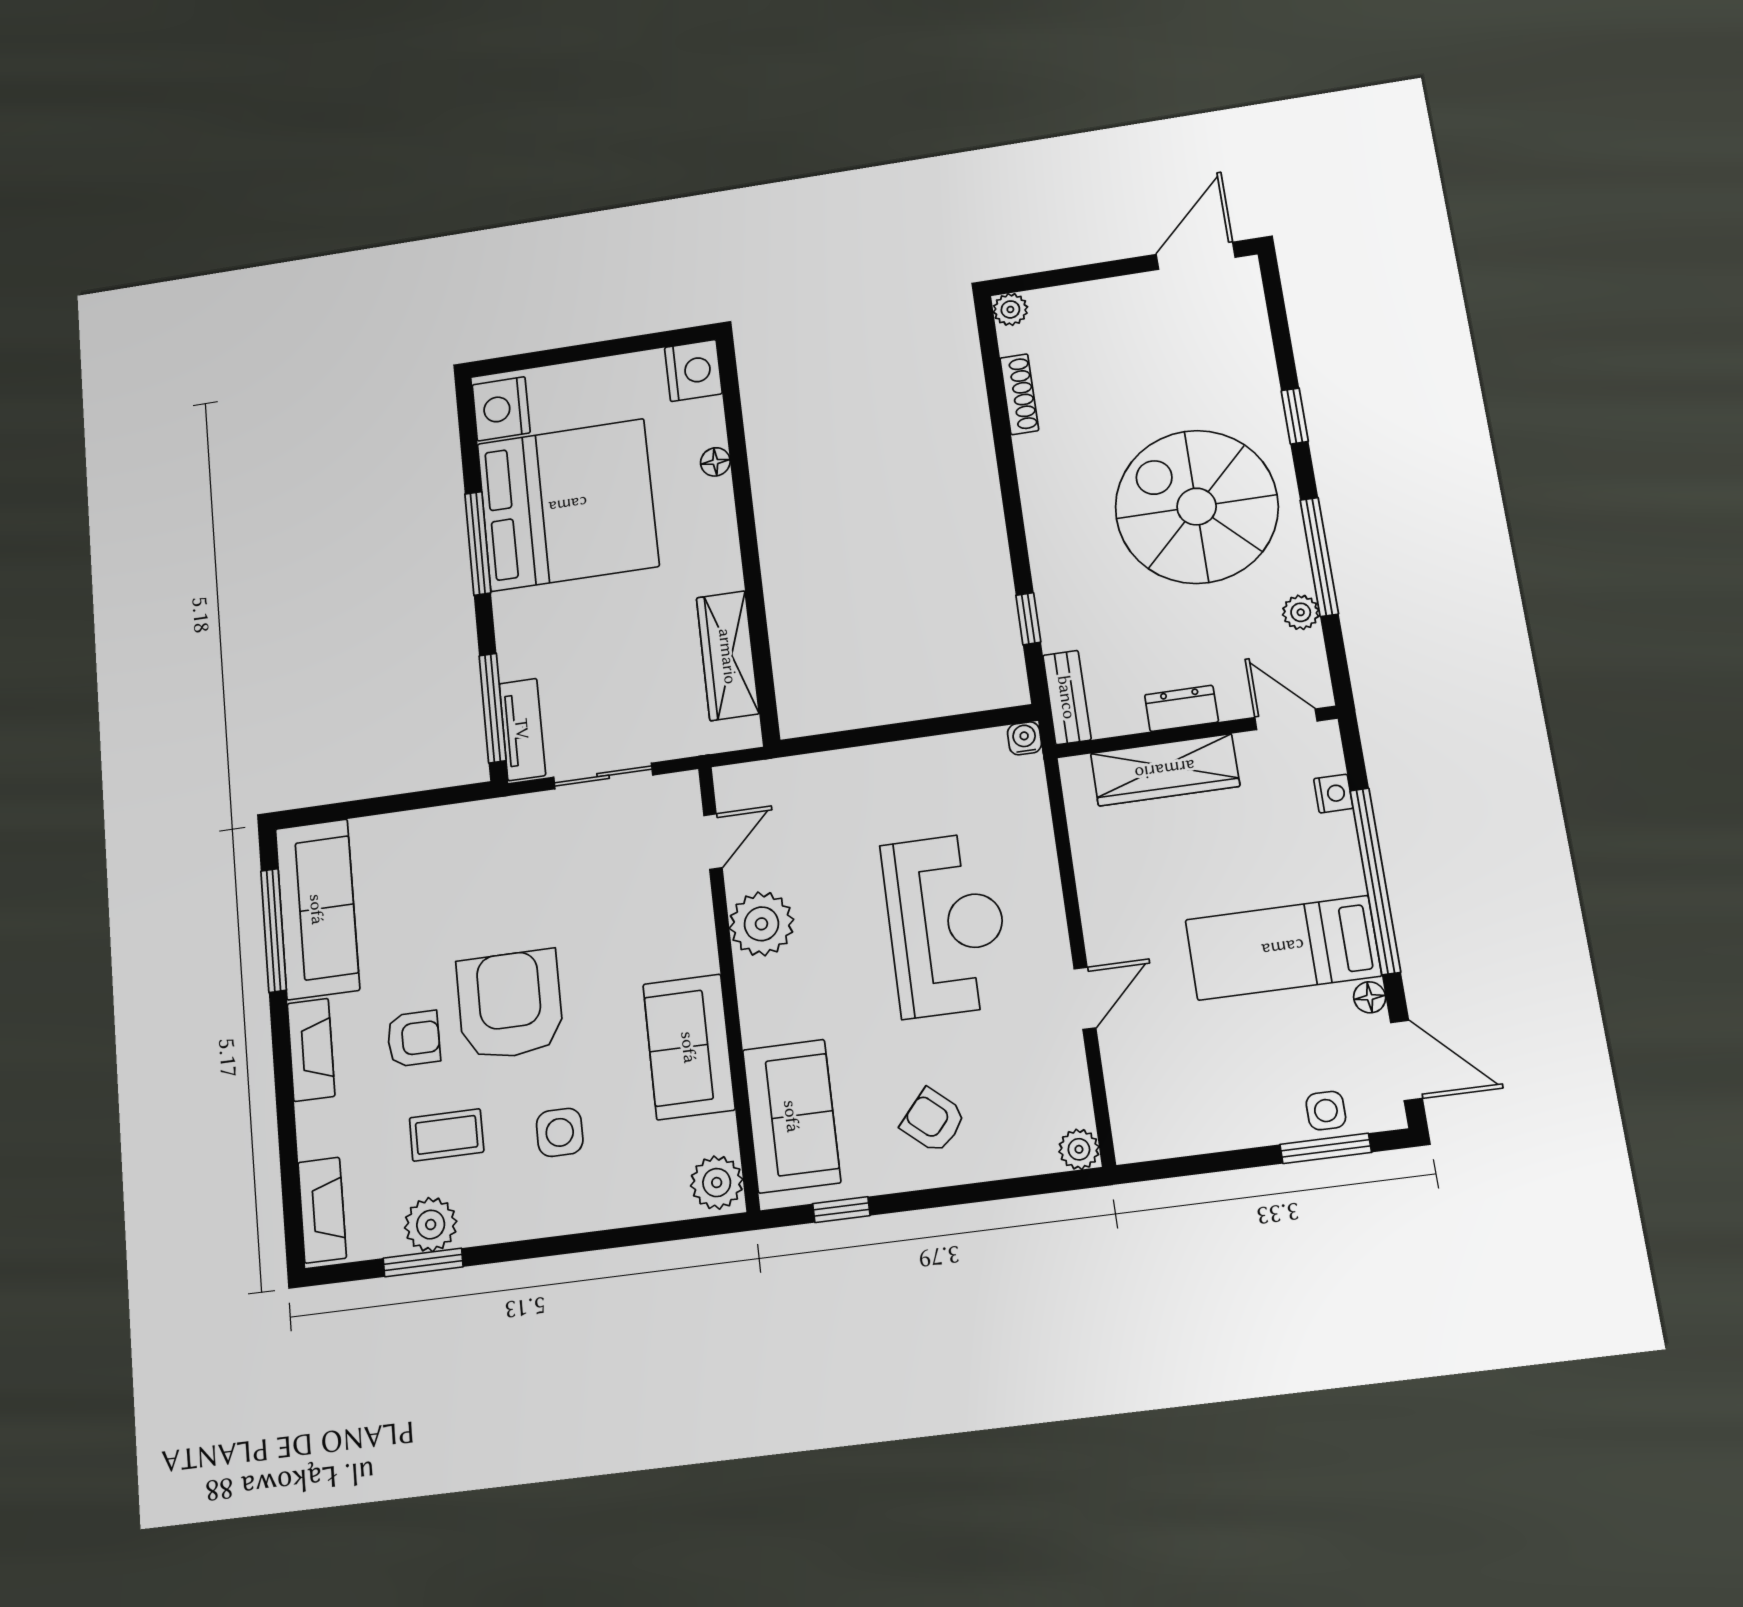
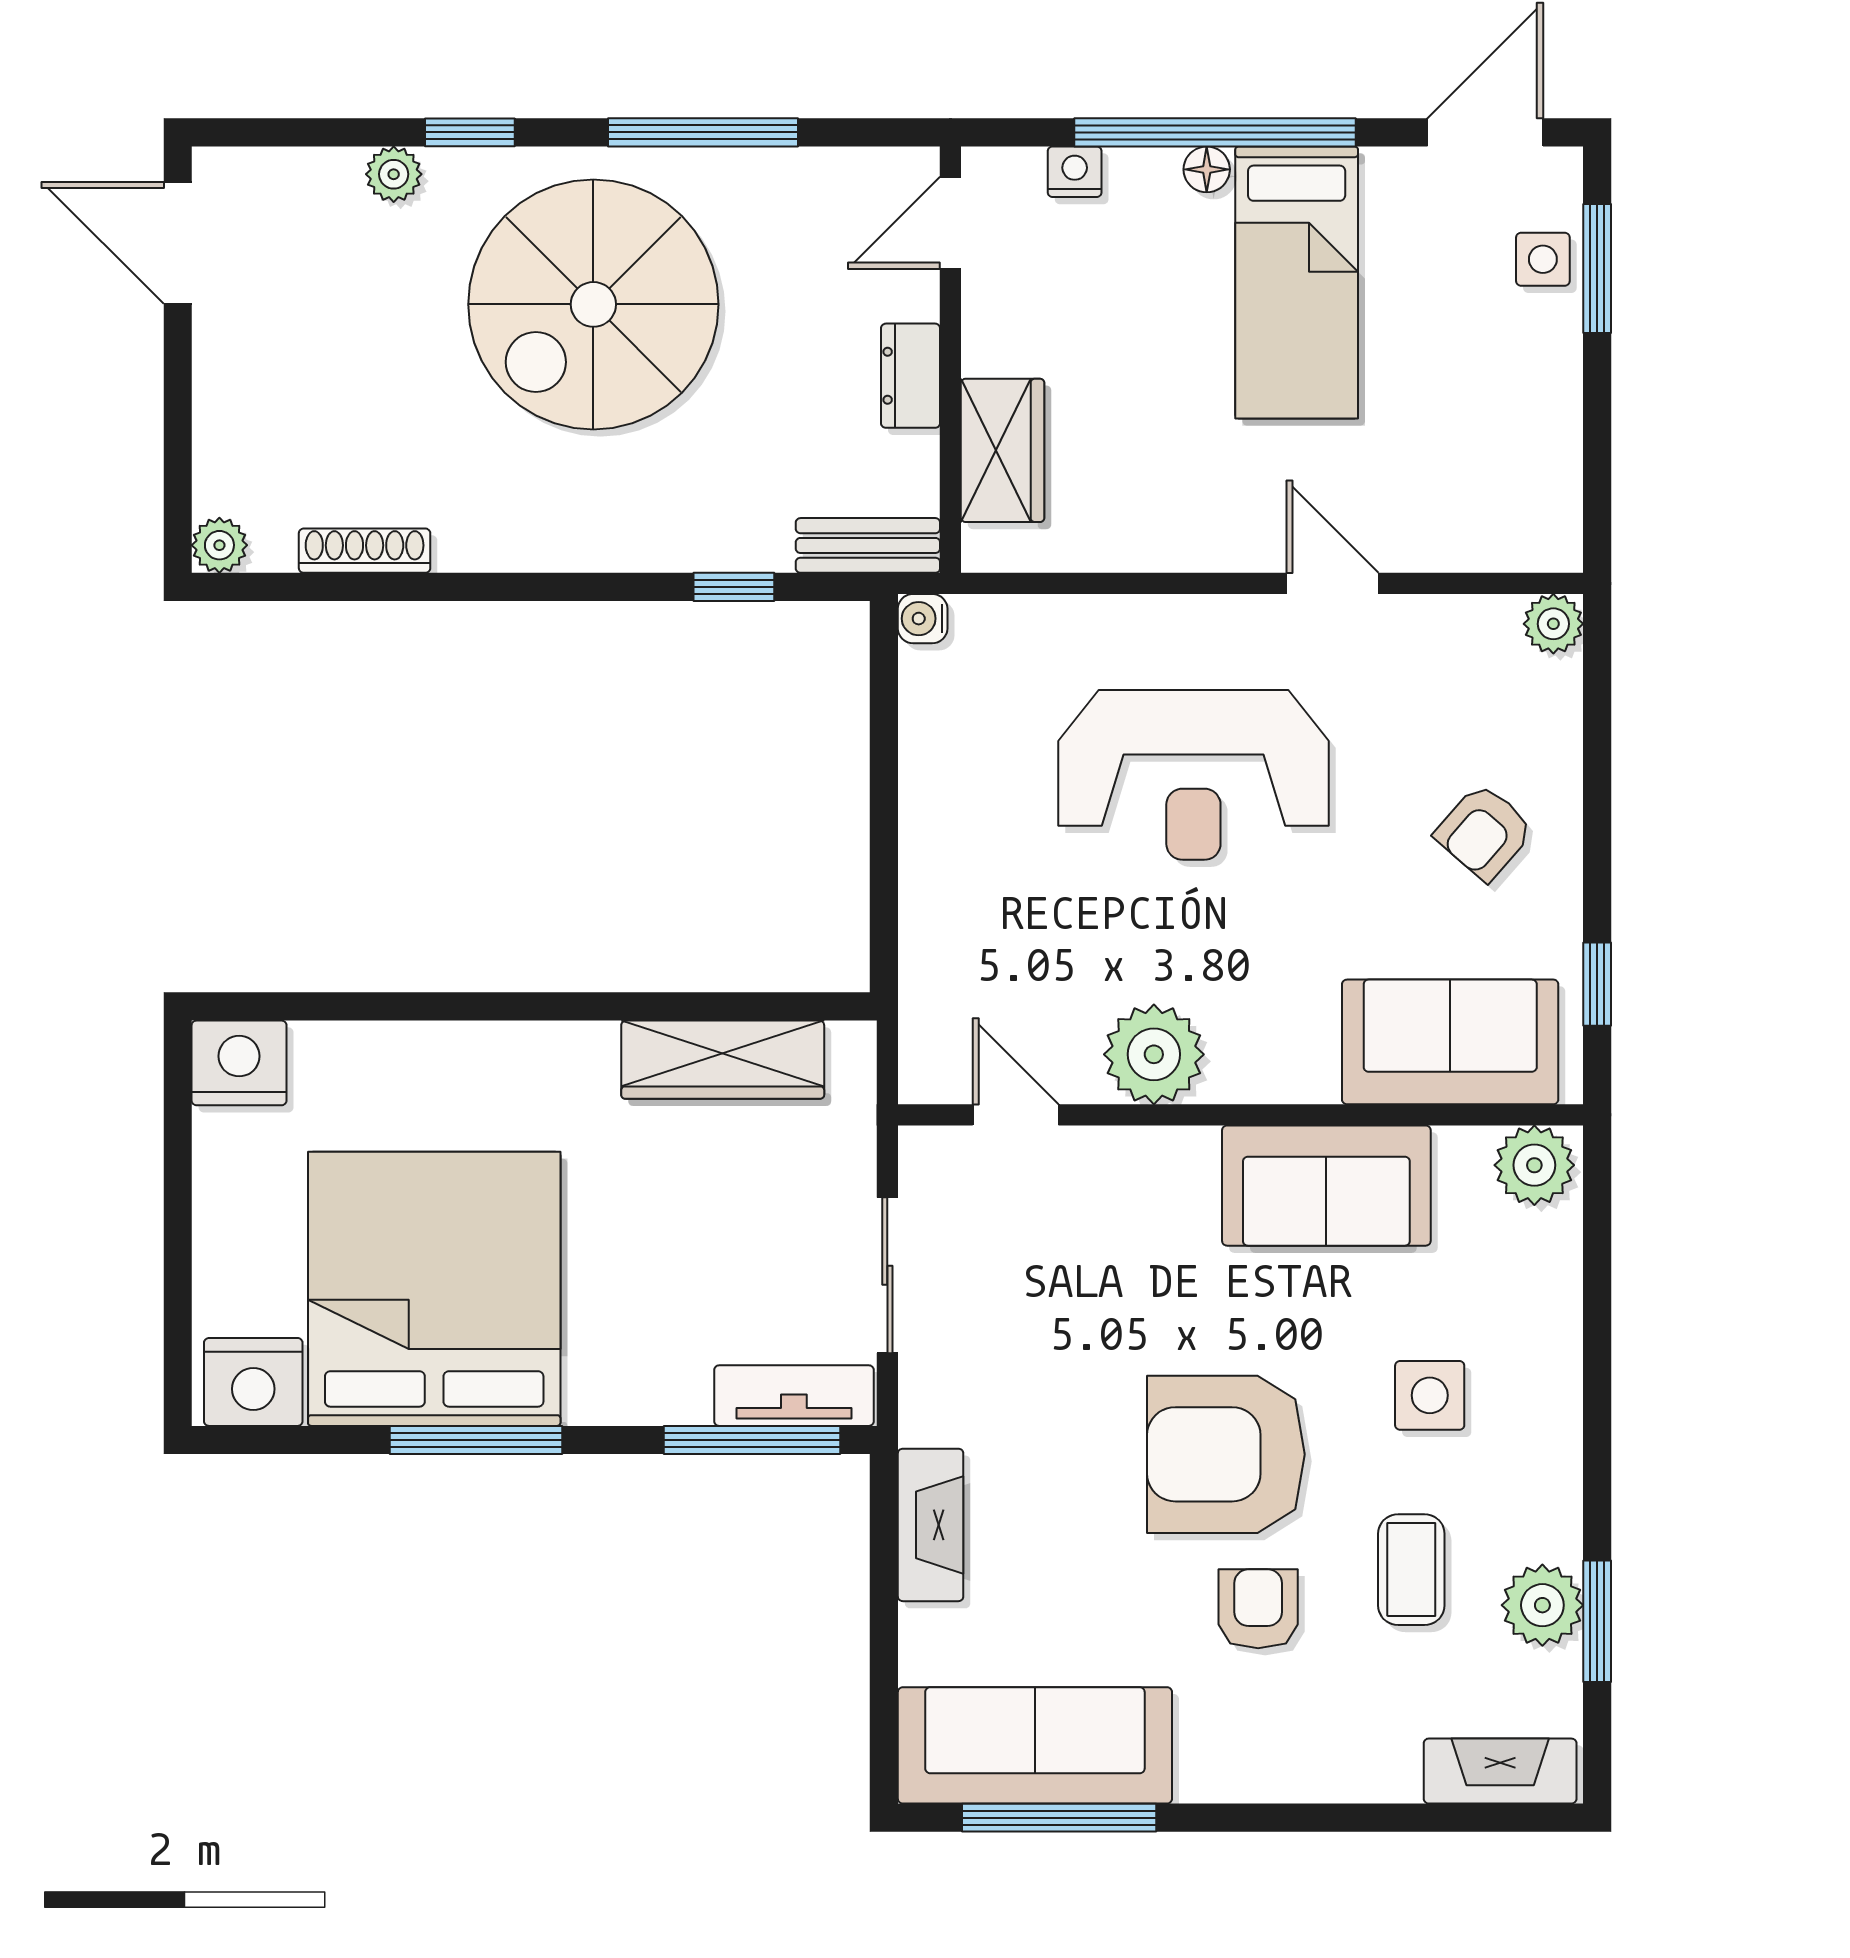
floor lamp: (715, 462) -> (400, 1044), removed
plant: (1301, 612) -> (394, 174), moved
wardrobe: (1165, 770) -> (1002, 450), width x0.67
reception desk: (946, 925) -> (1193, 775), turned 180
floor lamp: (1370, 997) -> (1207, 169), moved
fireplace: (311, 1050) -> (931, 1525), moved, turned 90

